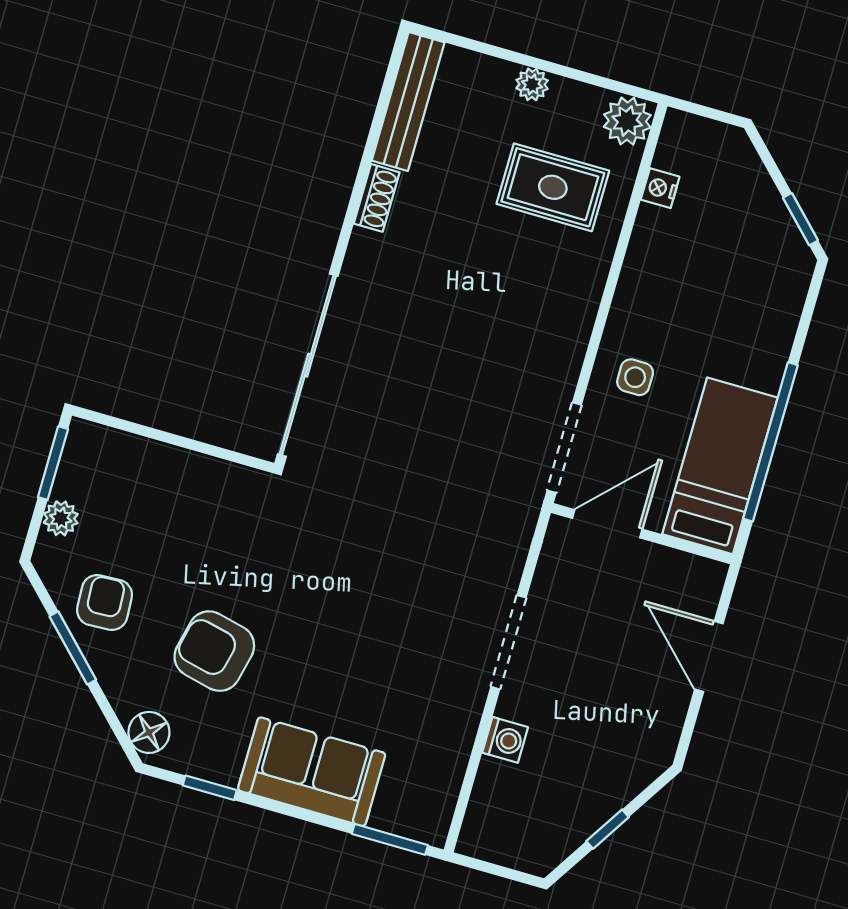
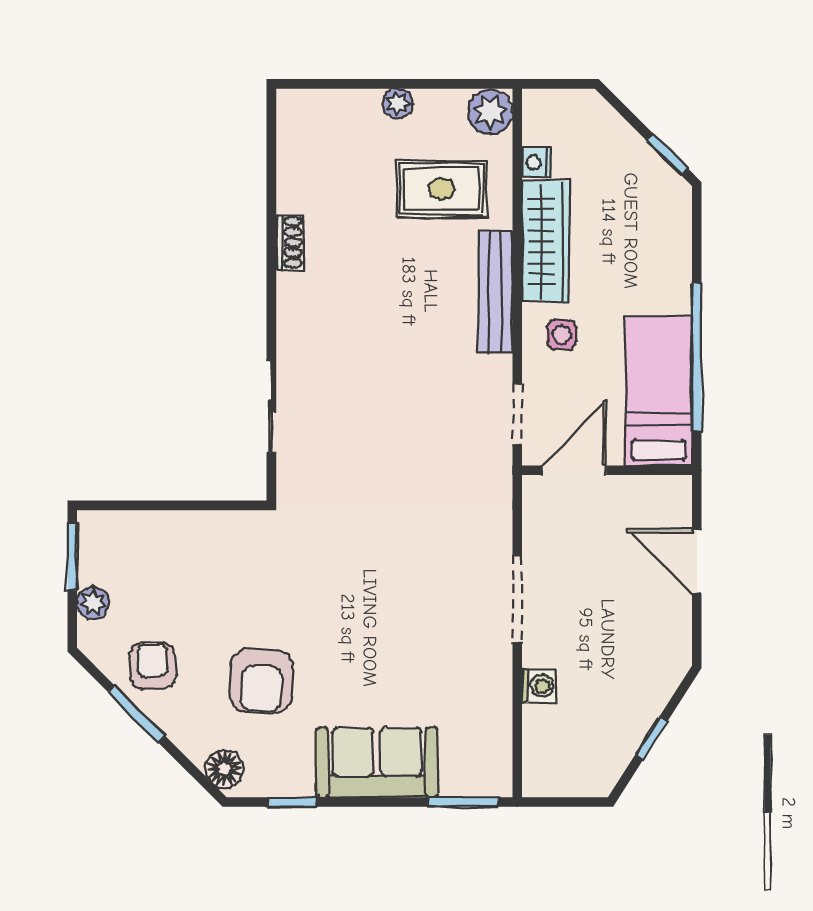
bench: (408, 101) -> (495, 292), moved
wardrobe: (646, 274) -> (545, 241), added
sliding door: (308, 365) -> (271, 406), width x0.54
doorway: (564, 448) -> (517, 414), width x0.73
armchair: (214, 651) -> (261, 681), turned -100

